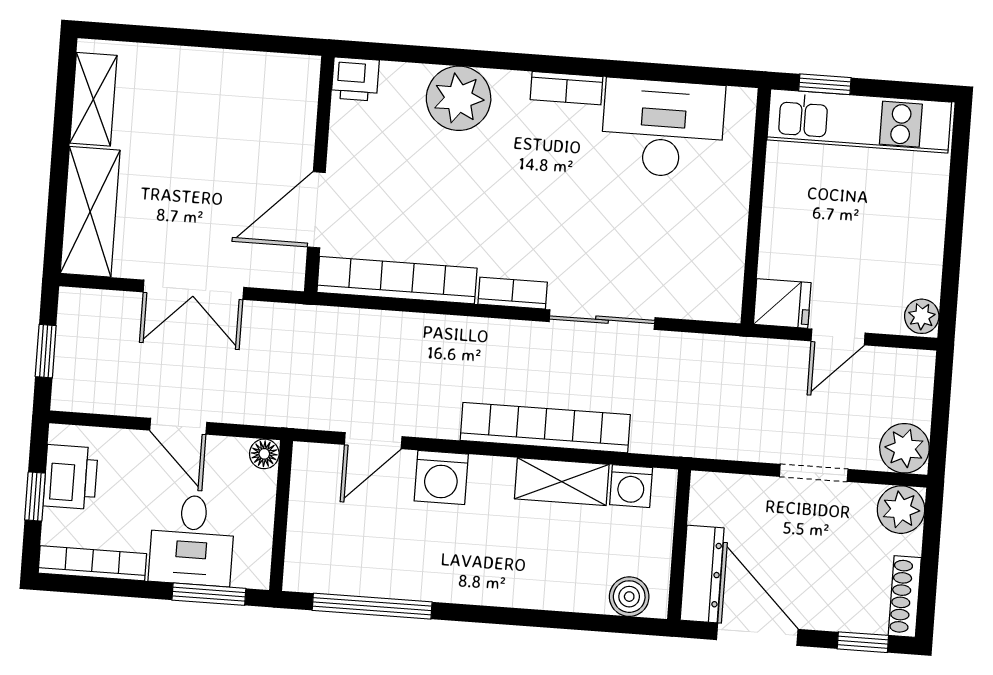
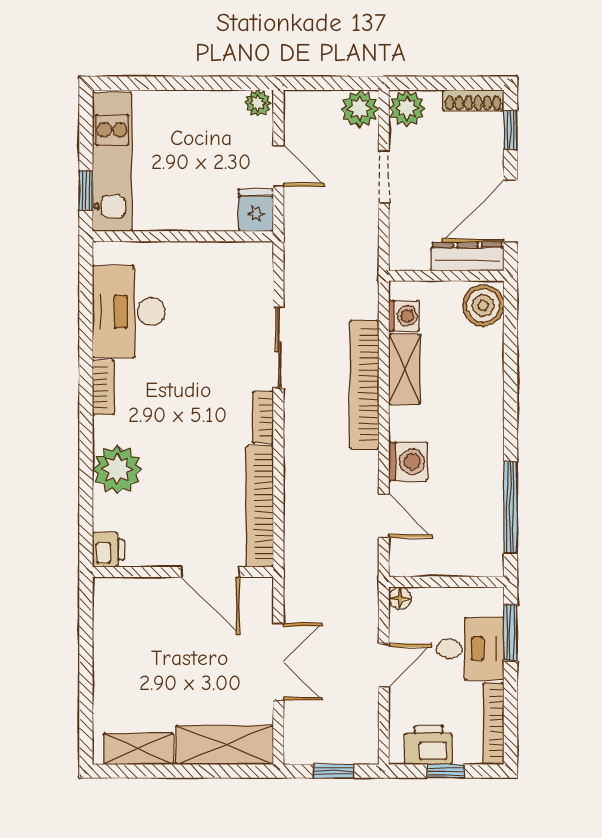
boiler: (629, 597) -> (483, 305), width x1.36, depth x1.36

